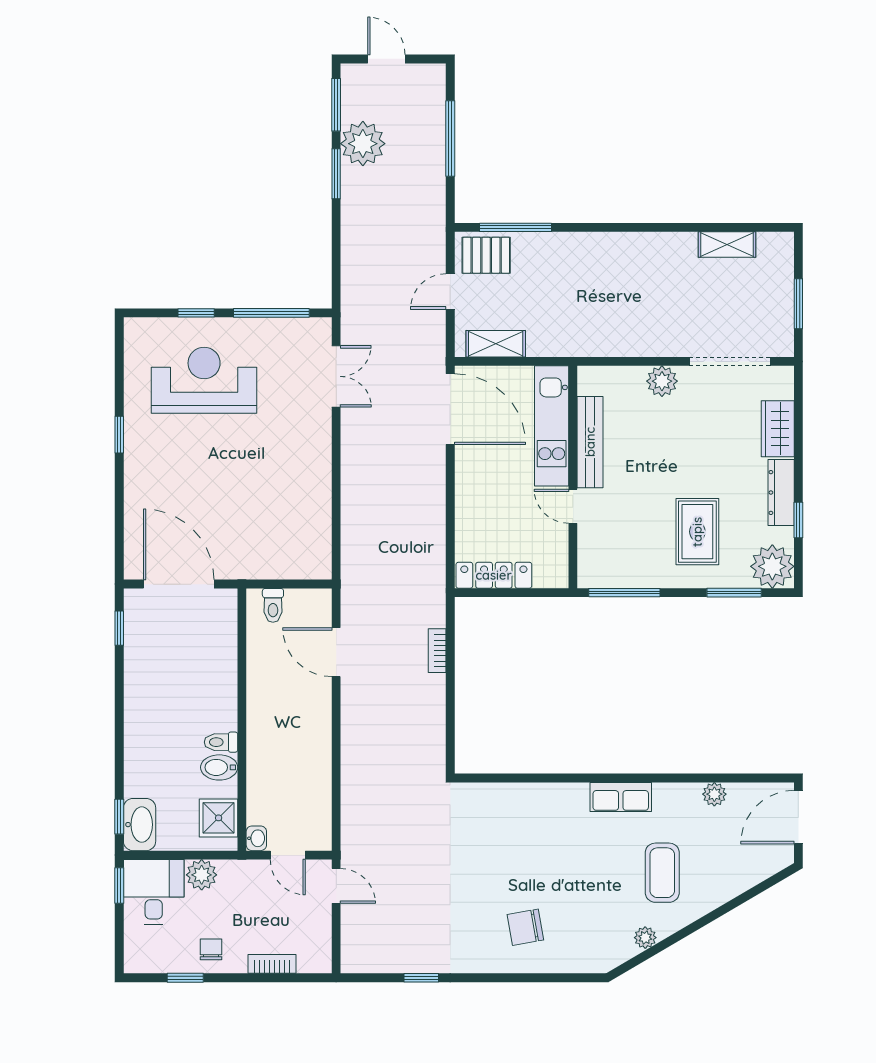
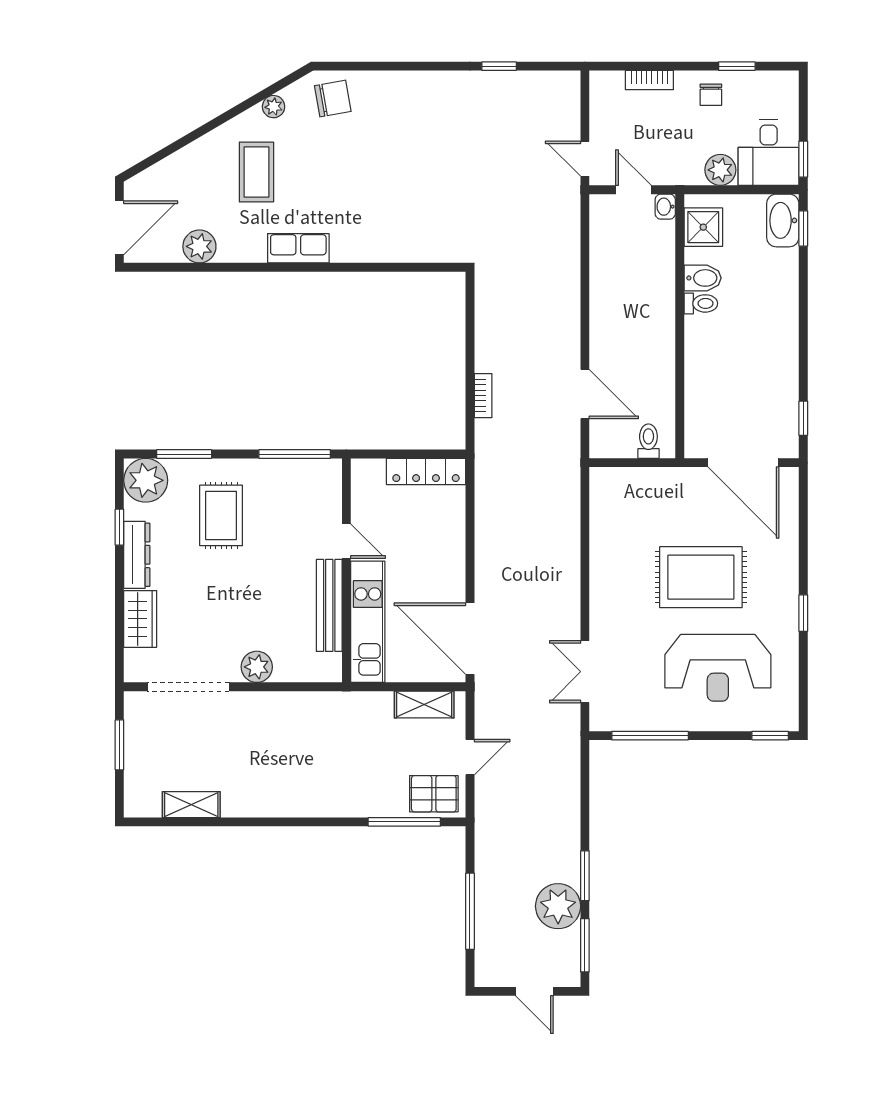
window: (196, 313) -> (770, 736), moved
rug: (221, 470) -> (701, 577), added
plant: (714, 794) -> (199, 246), width x1.38, depth x1.38
chair: (525, 927) -> (333, 99), moved

